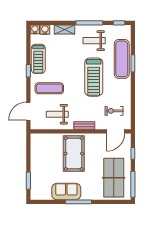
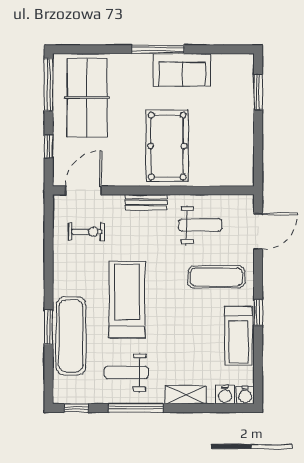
weight bench: (94, 41) -> (126, 372), turned 180
treadmill: (38, 59) -> (238, 336), turned 180

